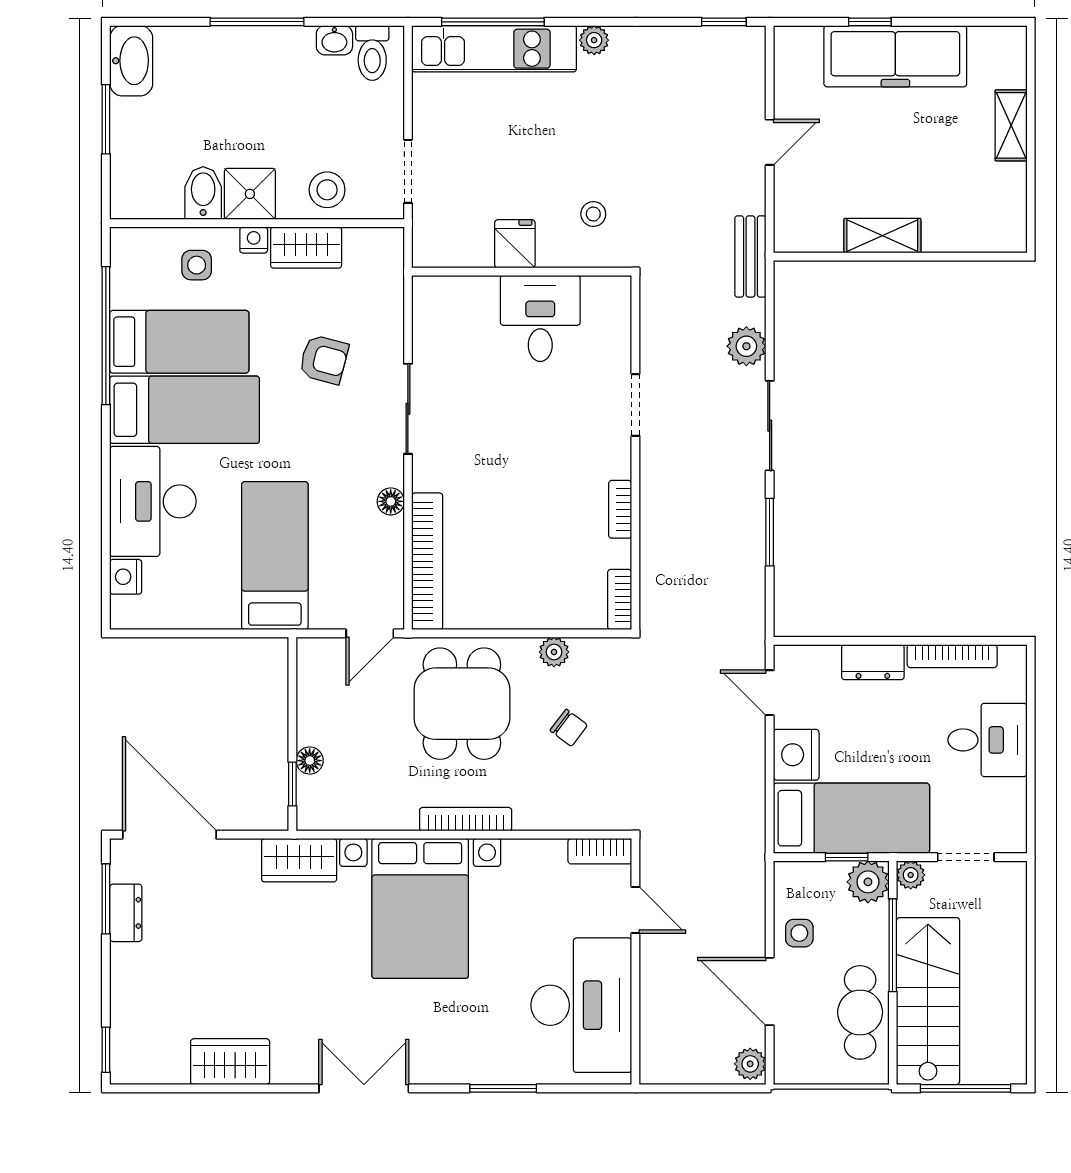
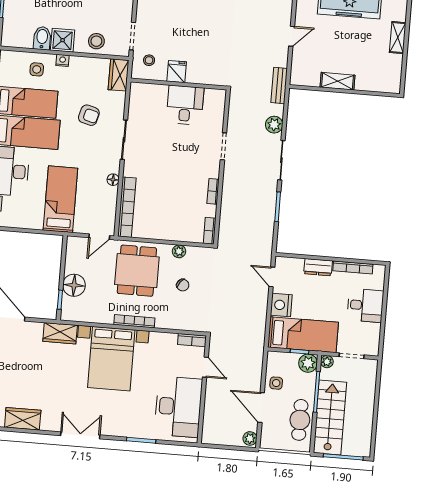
stool: (593, 214) -> (149, 60), moved
wardrobe: (306, 247) -> (119, 75), moved, turned 90
floor lamp: (310, 761) -> (74, 285), width x1.89, depth x1.89

